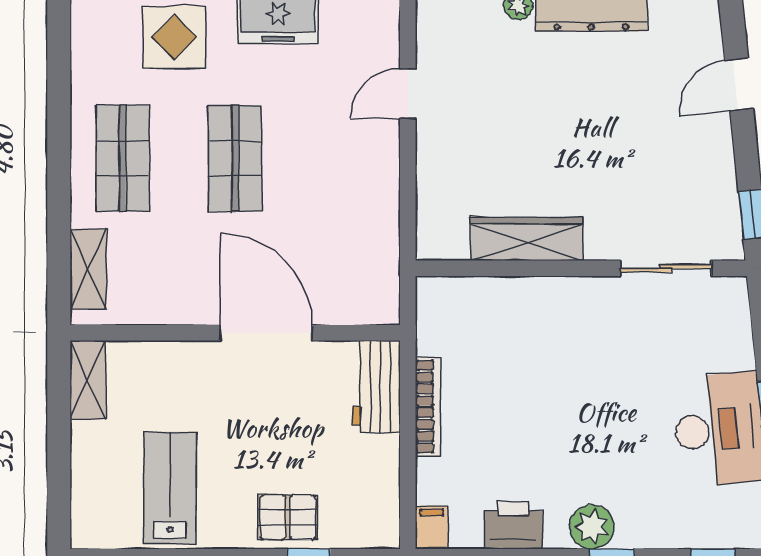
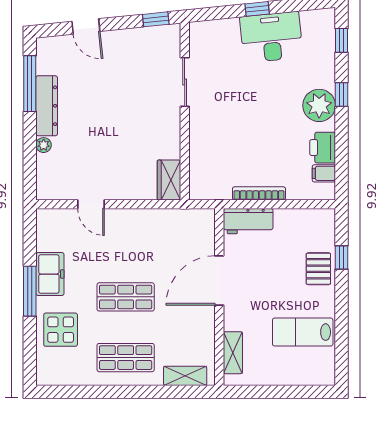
wardrobe: (526, 239) -> (169, 180), moved, width x0.67
sliding door: (666, 268) -> (185, 82), moved
shelving: (88, 380) -> (233, 353), moved, turned 90
filing cabinet: (432, 527) -> (324, 173), moved
plant: (592, 527) -> (319, 105), width x1.36, depth x1.36

